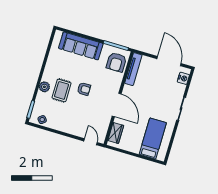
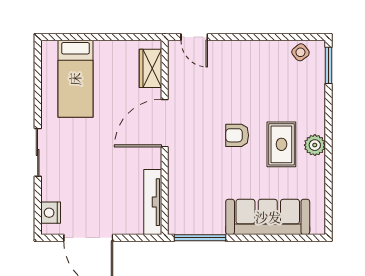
armchair: (116, 62) -> (190, 206), removed
plant: (44, 87) -> (315, 145), moved
rug: (62, 90) -> (281, 144), moved
door: (117, 105) -> (165, 123), hinge flipped

